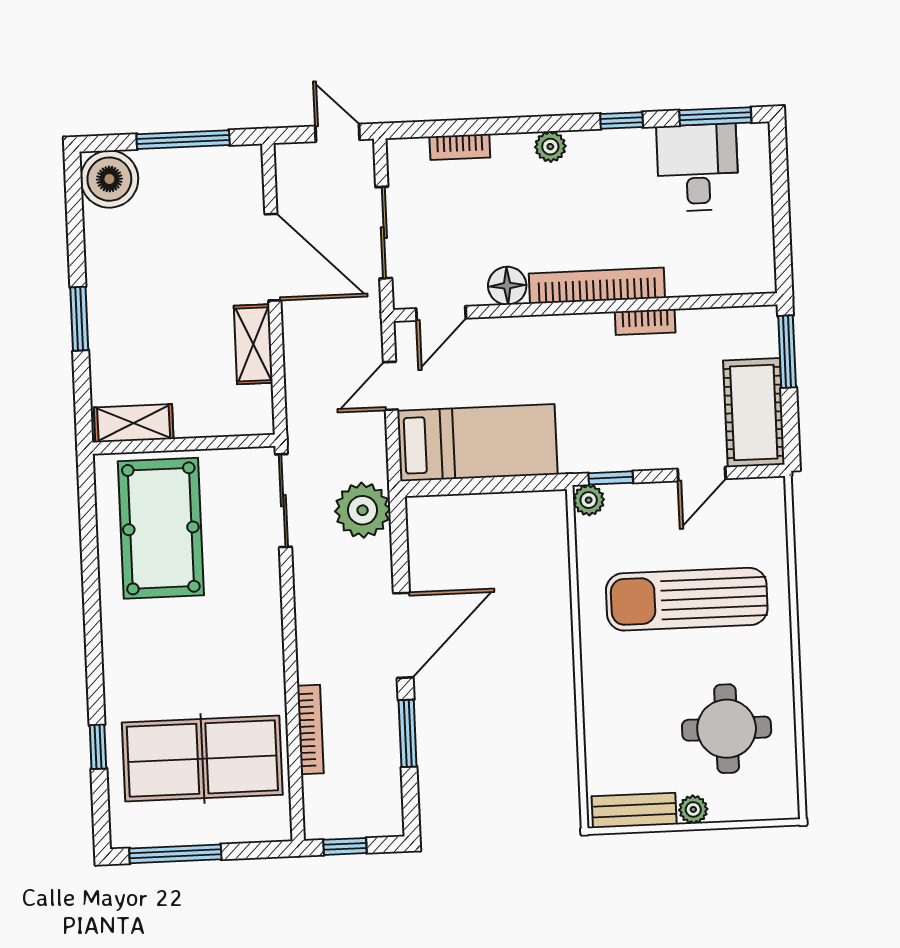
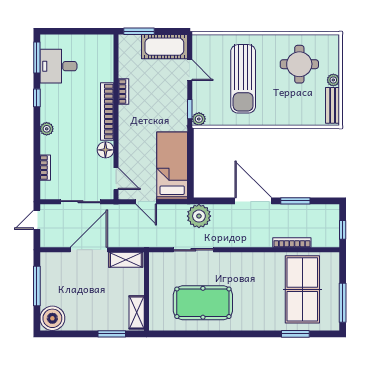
shelving: (134, 423) -> (137, 312), moved
wall: (184, 444) -> (147, 291), moved
window: (98, 747) -> (295, 334), width x1.50

